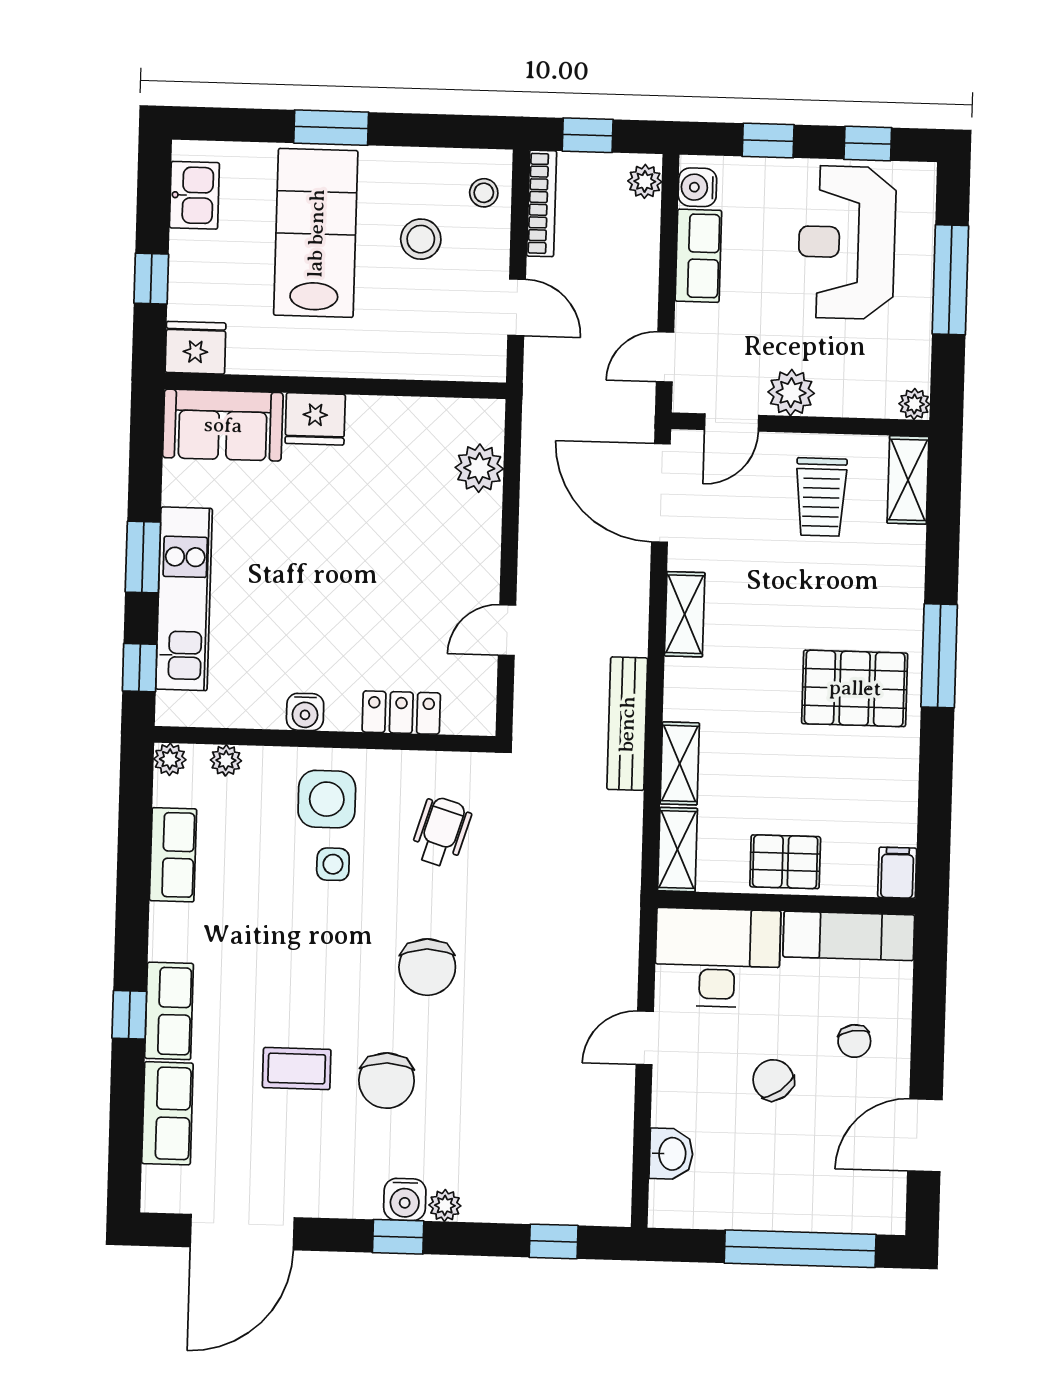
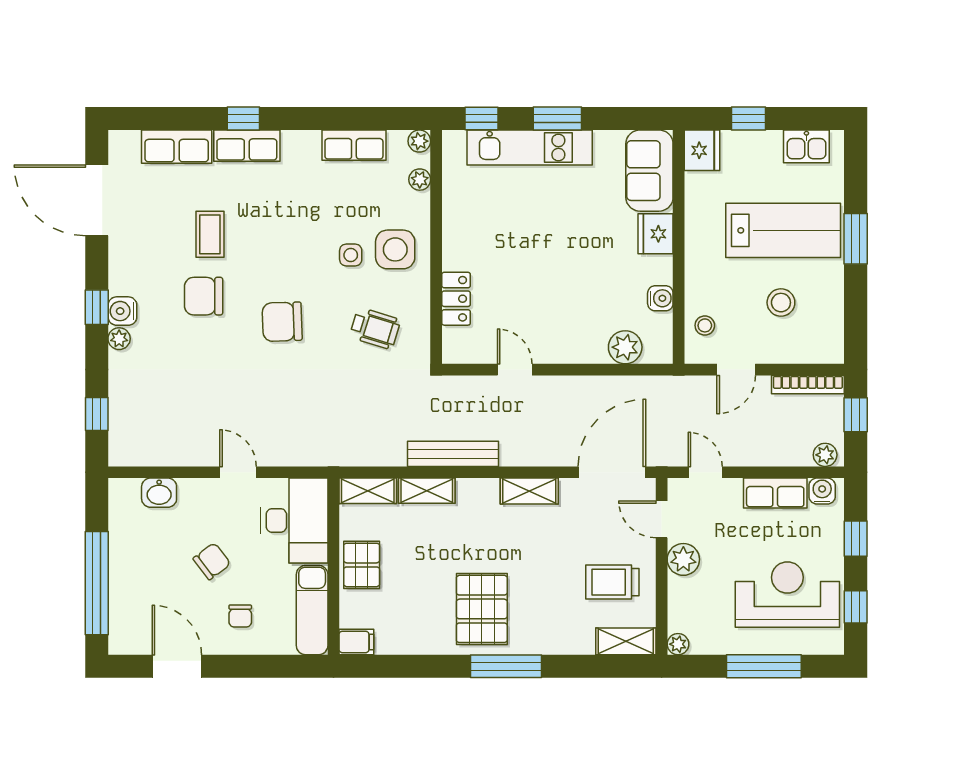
stool: (484, 193) -> (705, 325), moved
water cooler: (305, 712) -> (660, 298), moved, turned 180
chair: (854, 1041) -> (240, 616), turned -80

